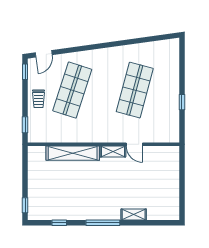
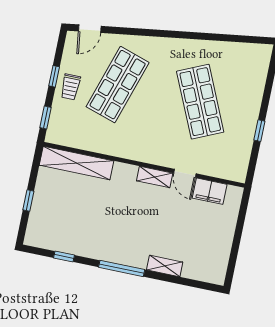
window: (25, 72) -> (54, 76), moved
shop shelf: (135, 90) -> (200, 102), turned -39
shelving: (73, 153) -> (77, 163), moved
filing cabinet: (155, 154) -> (210, 191), added
window: (25, 205) -> (28, 200), moved

